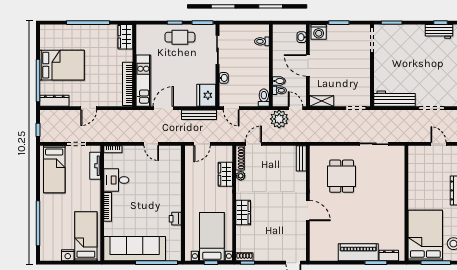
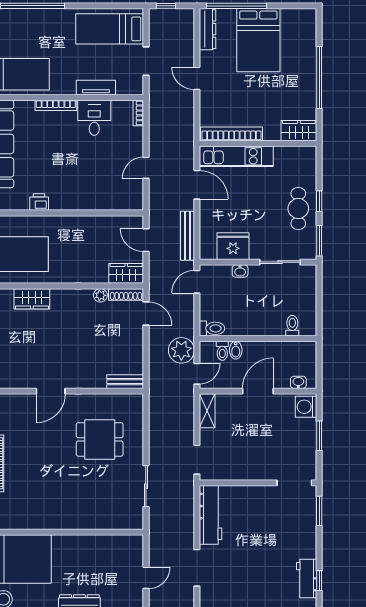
fridge: (206, 95) -> (233, 246), moved
tv unit: (95, 166) -> (96, 88), moved
wardrobe: (225, 174) -> (126, 273), moved
wardrobe: (243, 213) -> (32, 299), moved

